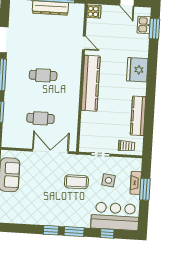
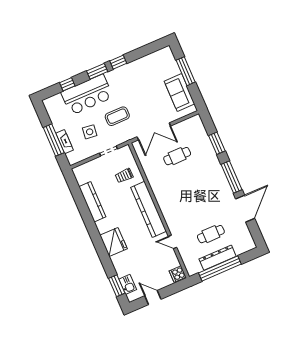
cafe table: (43, 75) -> (211, 234), moved
trolley: (126, 146) -> (124, 176), moved
window: (145, 189) -> (54, 140), width x1.44
bar counter: (115, 216) -> (87, 95), moved

